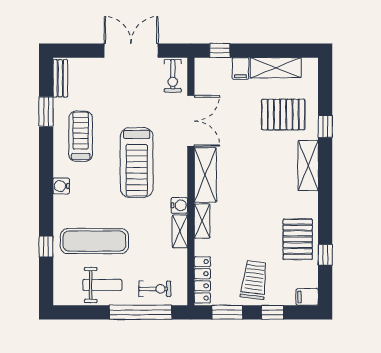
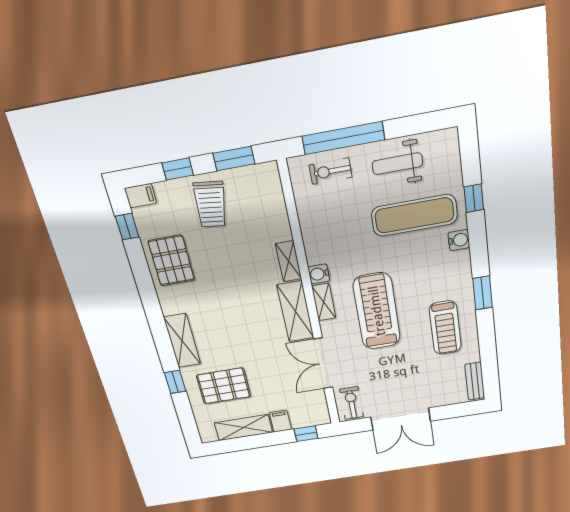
window: (46, 112) -> (483, 293), moved
water cooler: (61, 186) -> (459, 240), moved
shelving: (180, 231) -> (324, 302), moved
window: (325, 255) -> (127, 227), moved
locker: (202, 280) -> (274, 193), removed

